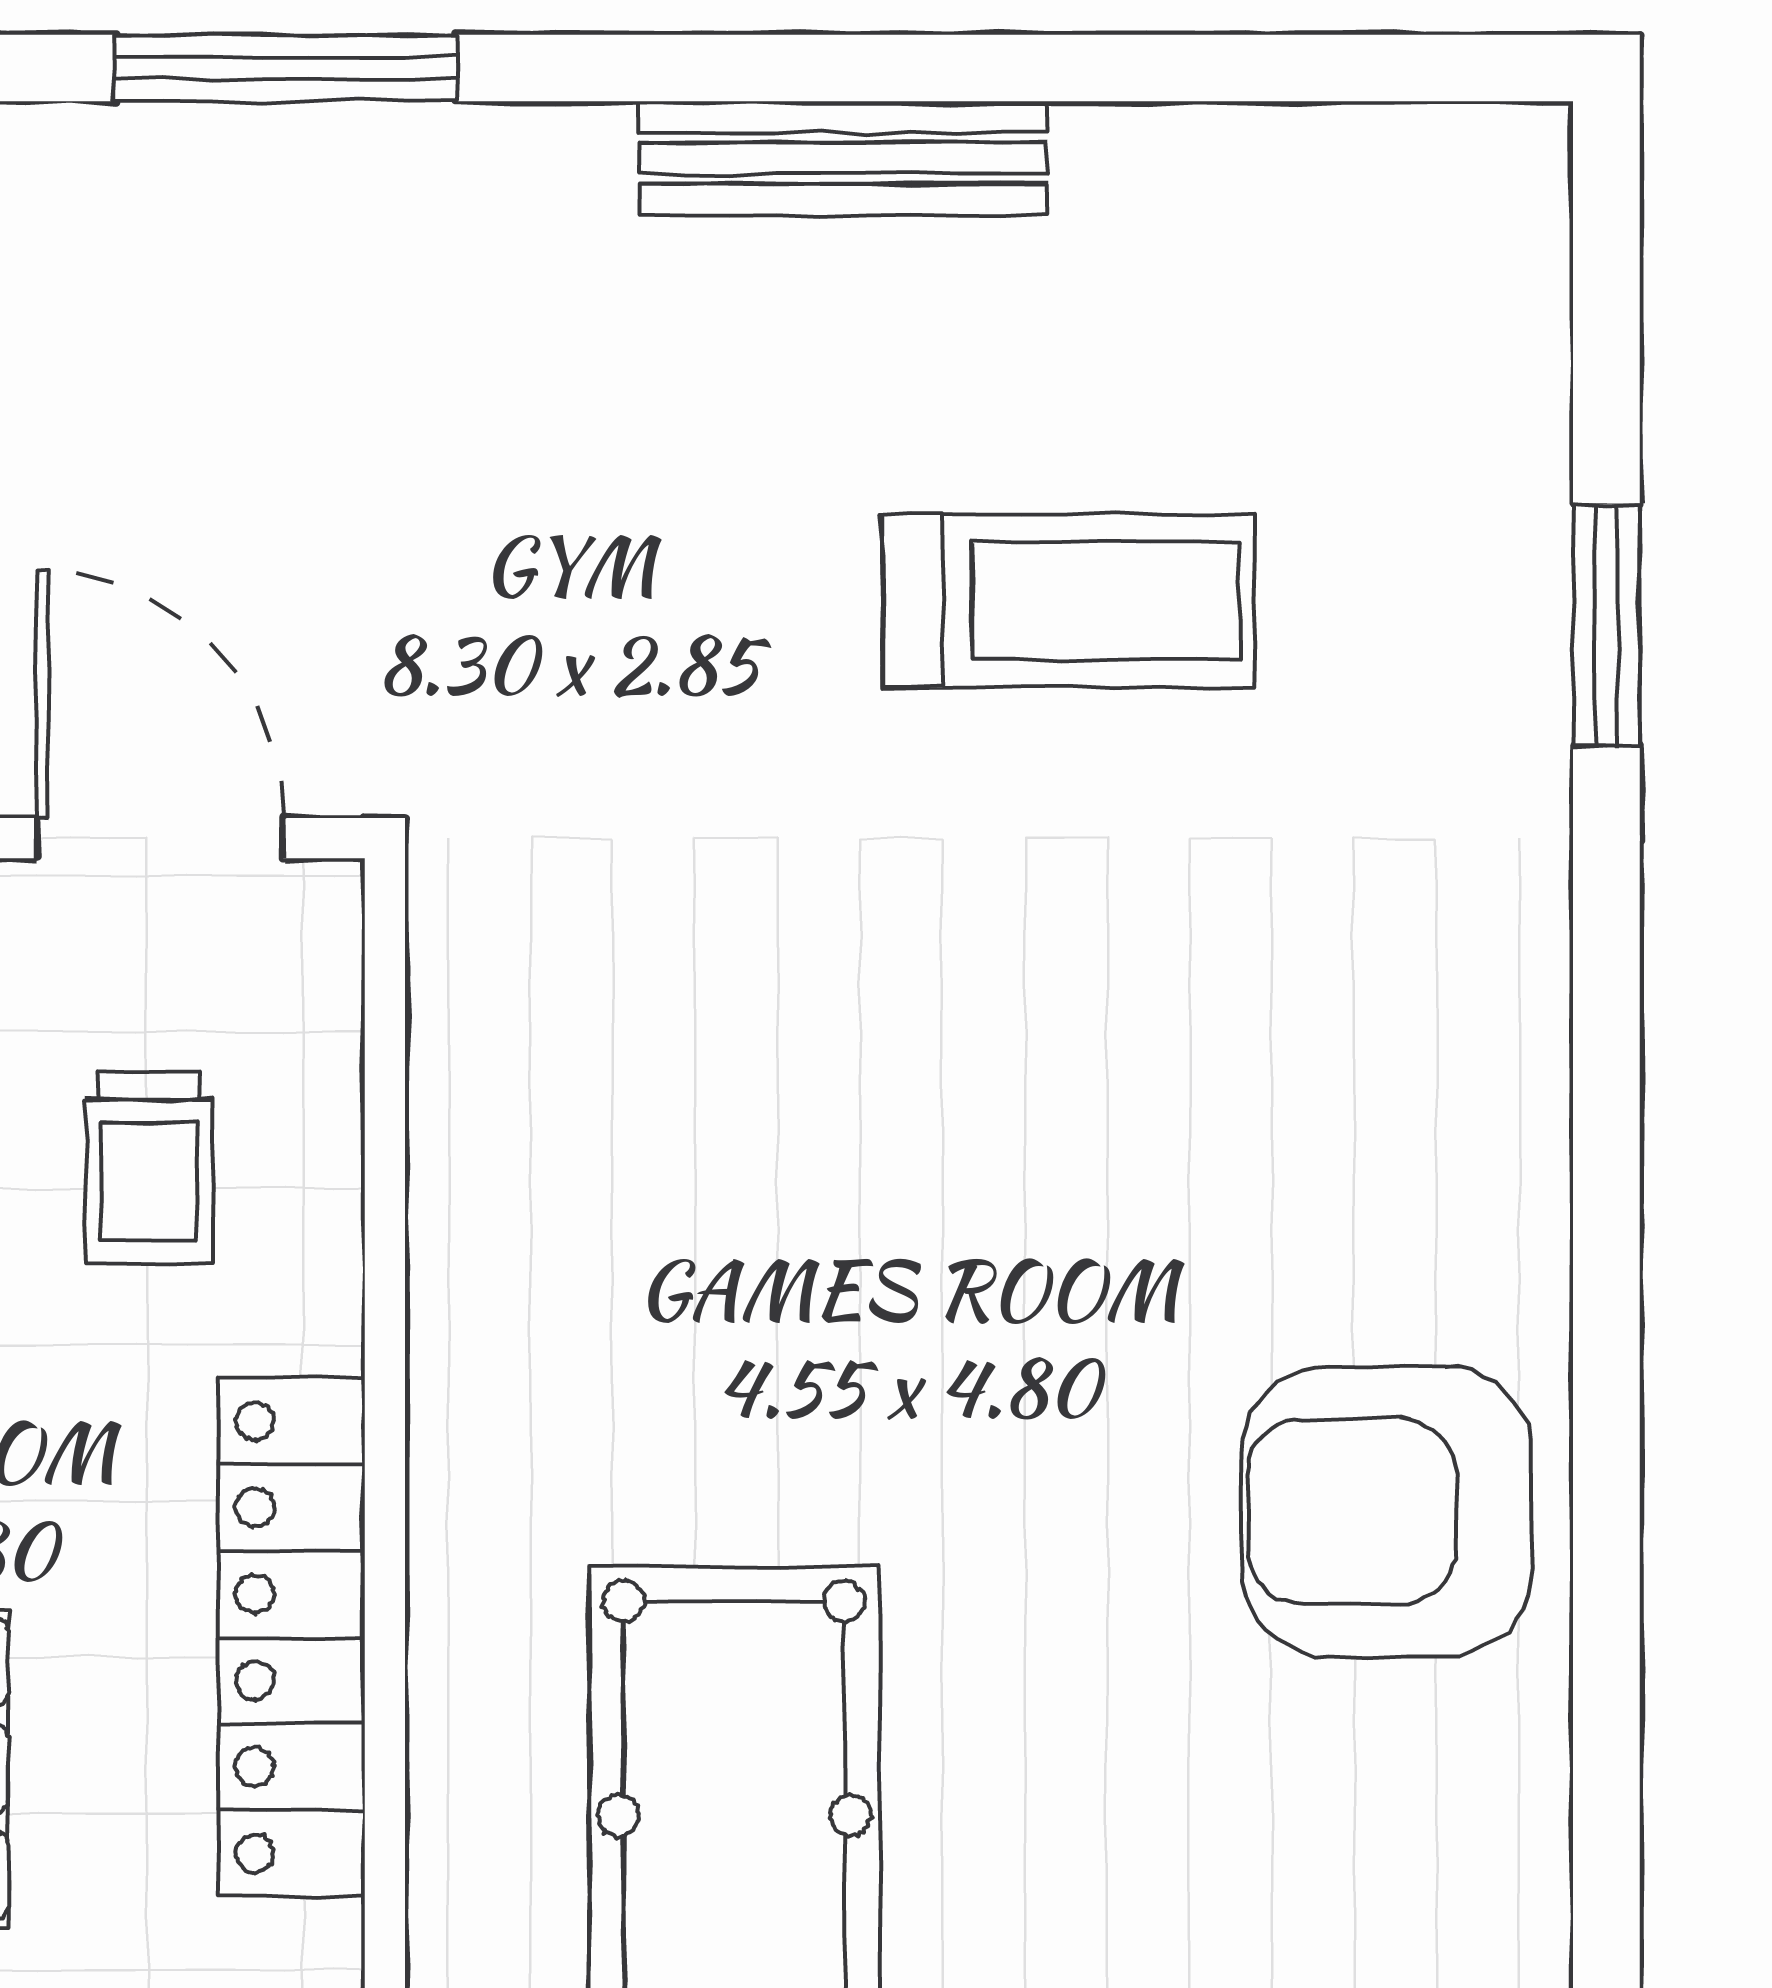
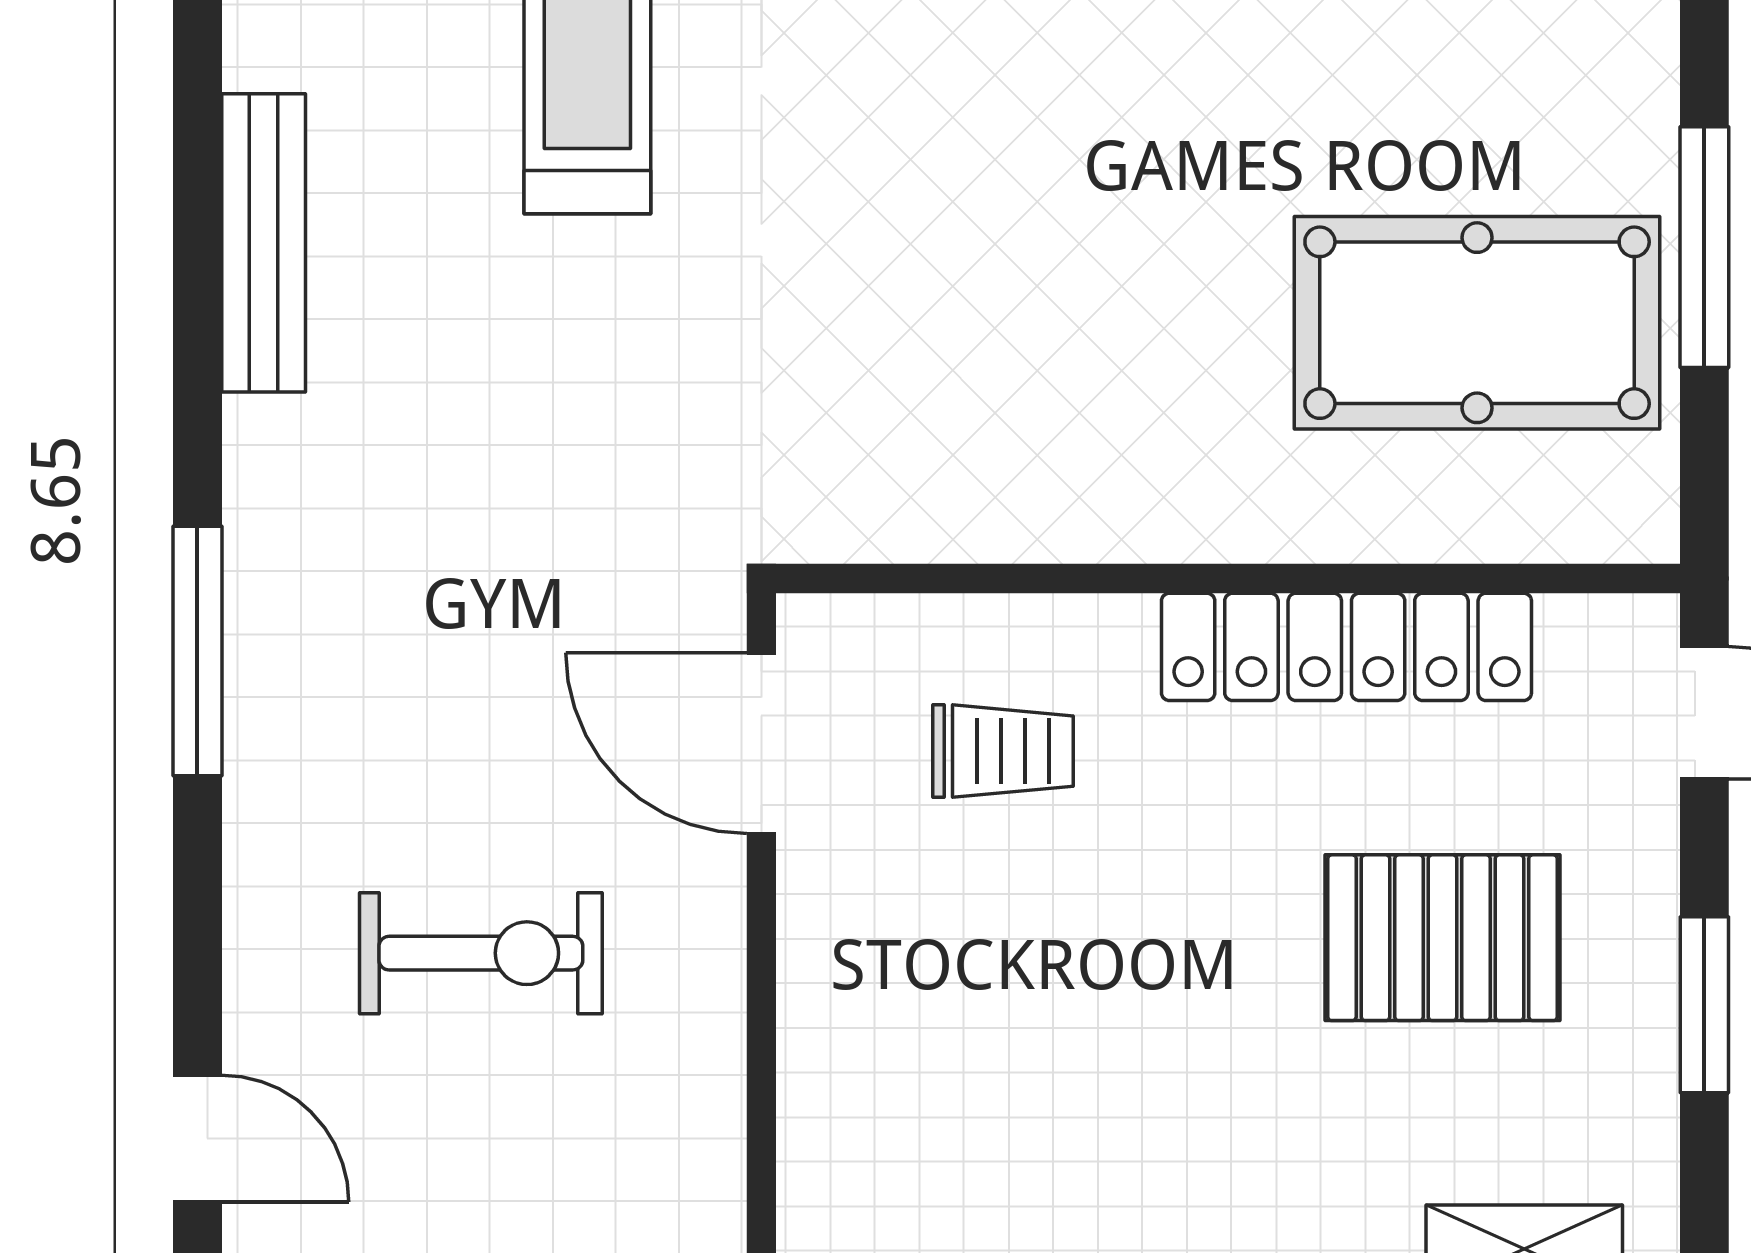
door: (160, 838) -> (761, 743), hinge flipped

